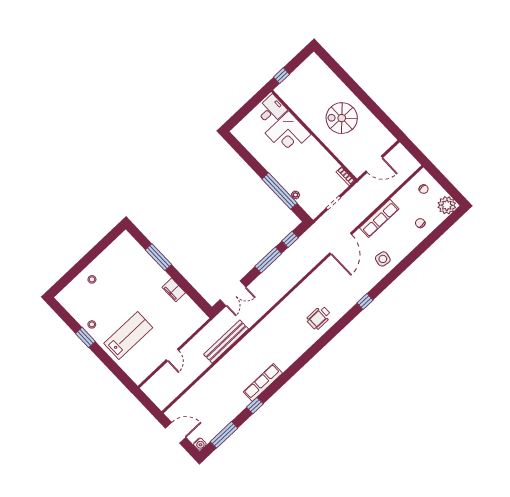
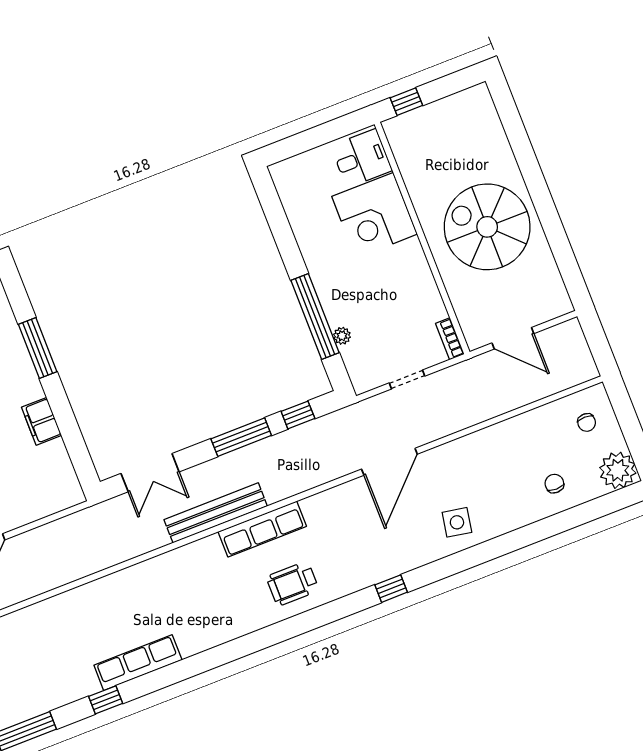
spiral stairs: (342, 118) -> (487, 227), width x1.37, depth x1.37
row of seats: (379, 218) -> (262, 529), moved
bench: (226, 342) -> (216, 513), moved

